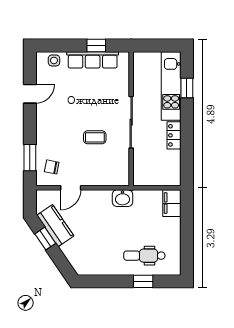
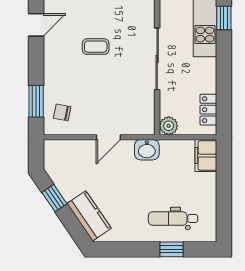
locker: (174, 135) -> (208, 110), moved
coffee table: (95, 137) -> (96, 47), moved
plant: (141, 178) -> (169, 126), added
door: (71, 188) -> (108, 137), moved
kitchen counter: (55, 226) -> (89, 216), moved

